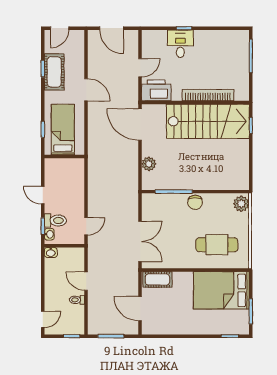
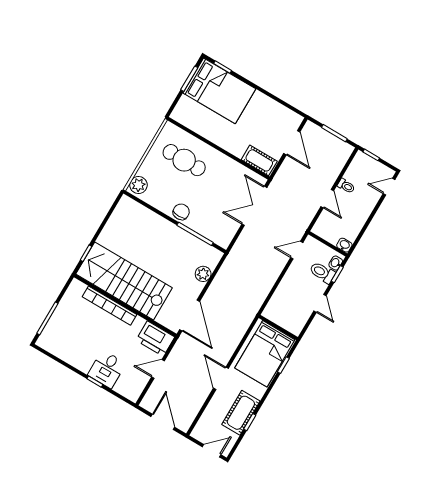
bed: (63, 130) -> (265, 354), width x1.50
bed: (221, 290) -> (219, 91), moved

